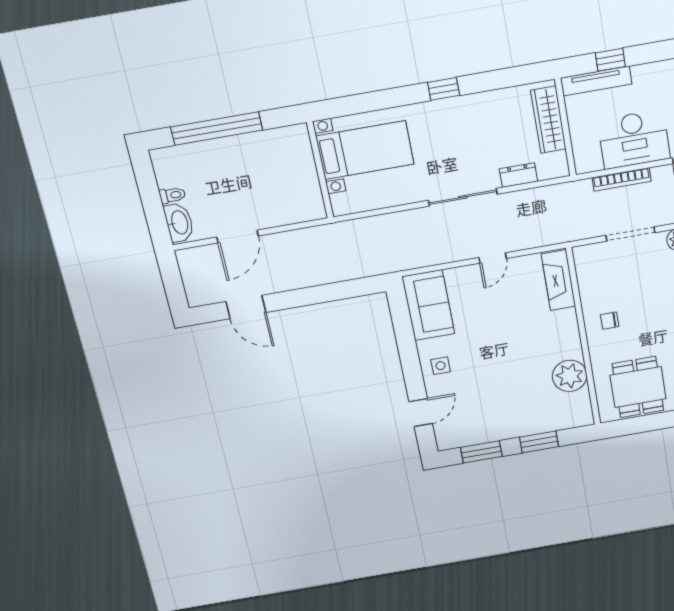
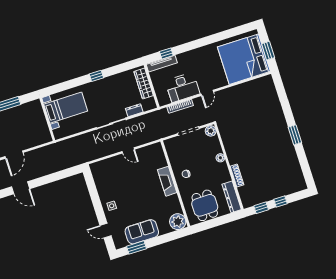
door: (493, 258) -> (128, 150), hinge flipped
fireplace: (558, 280) -> (167, 181), moved
sofa: (428, 305) -> (142, 232), moved, turned -90
plant: (570, 376) -> (178, 222), moved
door: (421, 413) -> (106, 231), swing flipped
window: (539, 442) -> (163, 239), removed

